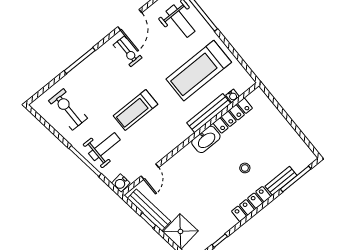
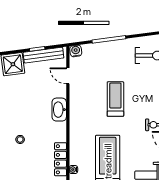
bench: (209, 113) -> (75, 145), removed
washbasin: (206, 139) -> (59, 110), moved
weight bench: (104, 147) -> (108, 60), removed

